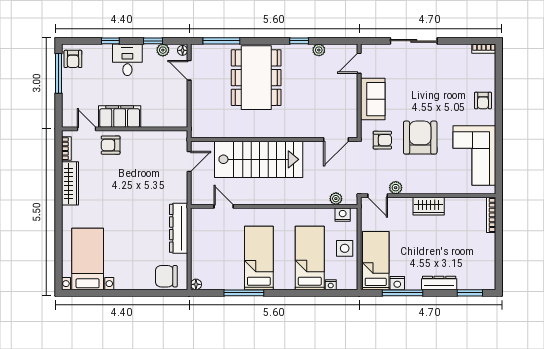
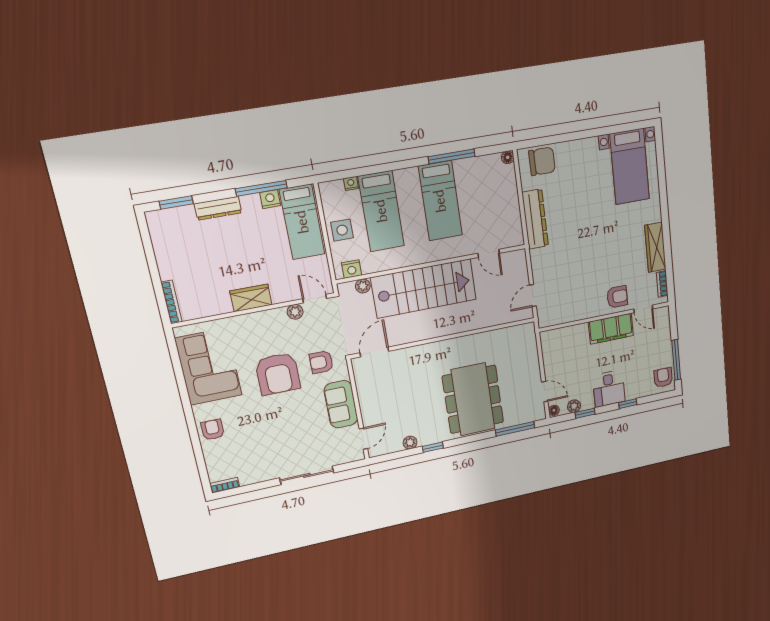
stairs: (259, 159) -> (424, 288), moved, turned 180

